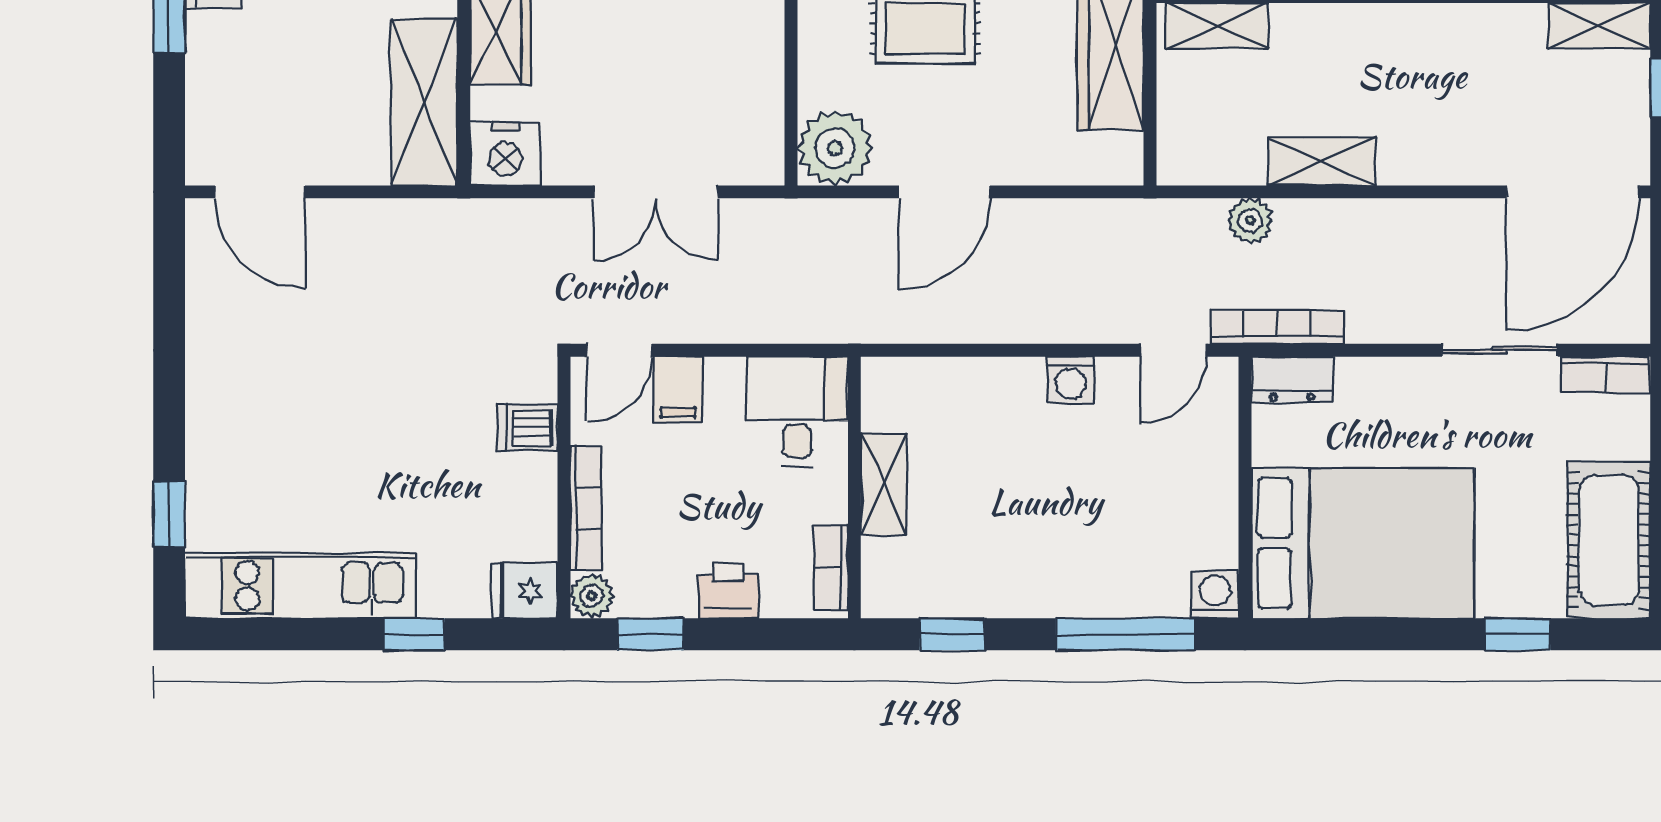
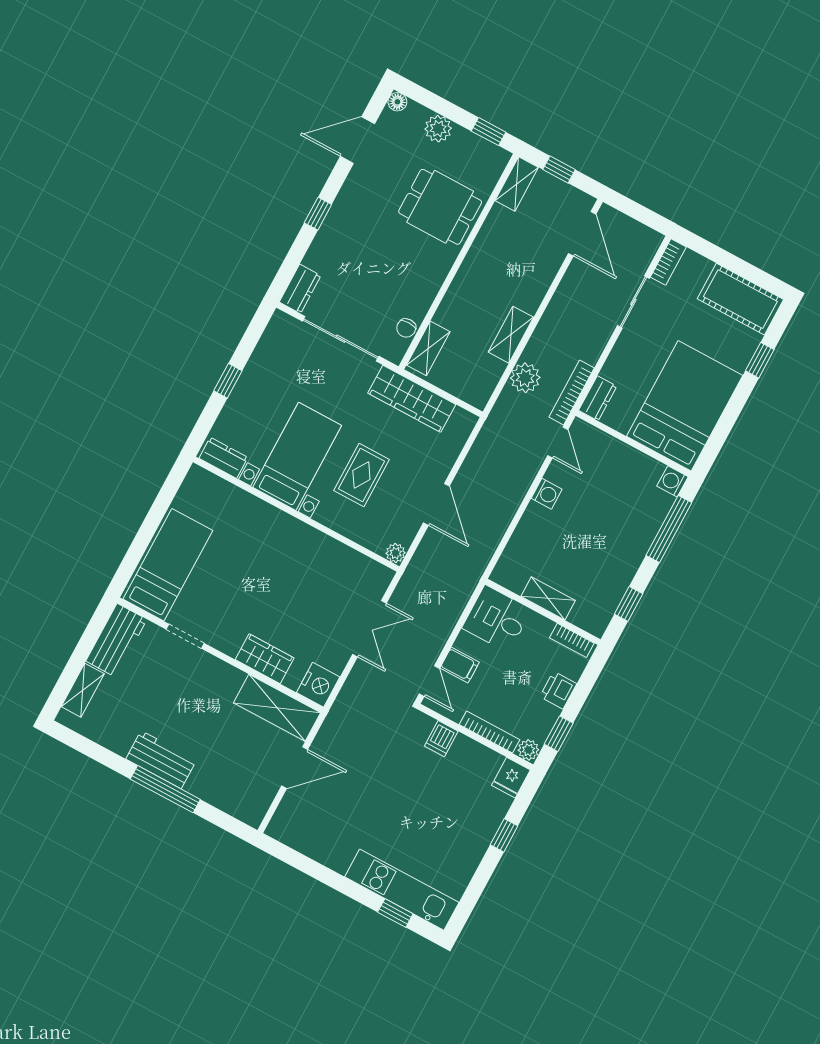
plant: (835, 148) -> (396, 553), width x0.53, depth x0.53
door: (260, 192) -> (295, 768), moved
door: (1573, 192) -> (582, 234), width x0.73
plant: (1250, 221) -> (525, 378), width x1.38, depth x1.38
kitchen unit: (300, 586) -> (402, 890), moved, turned 90

